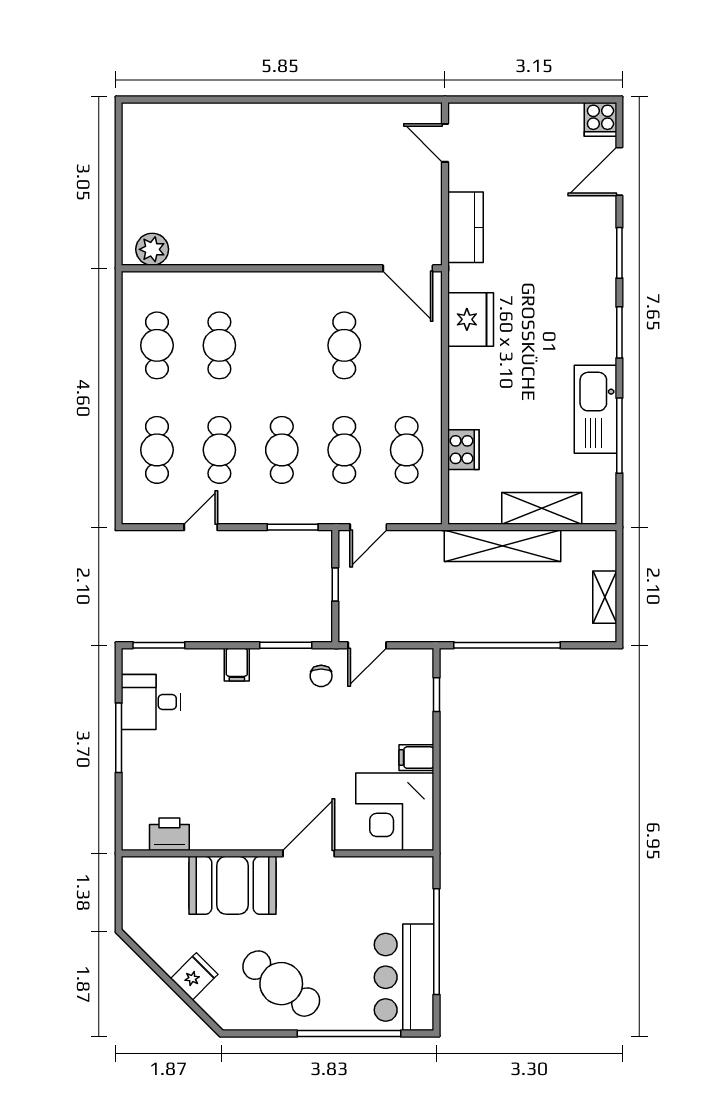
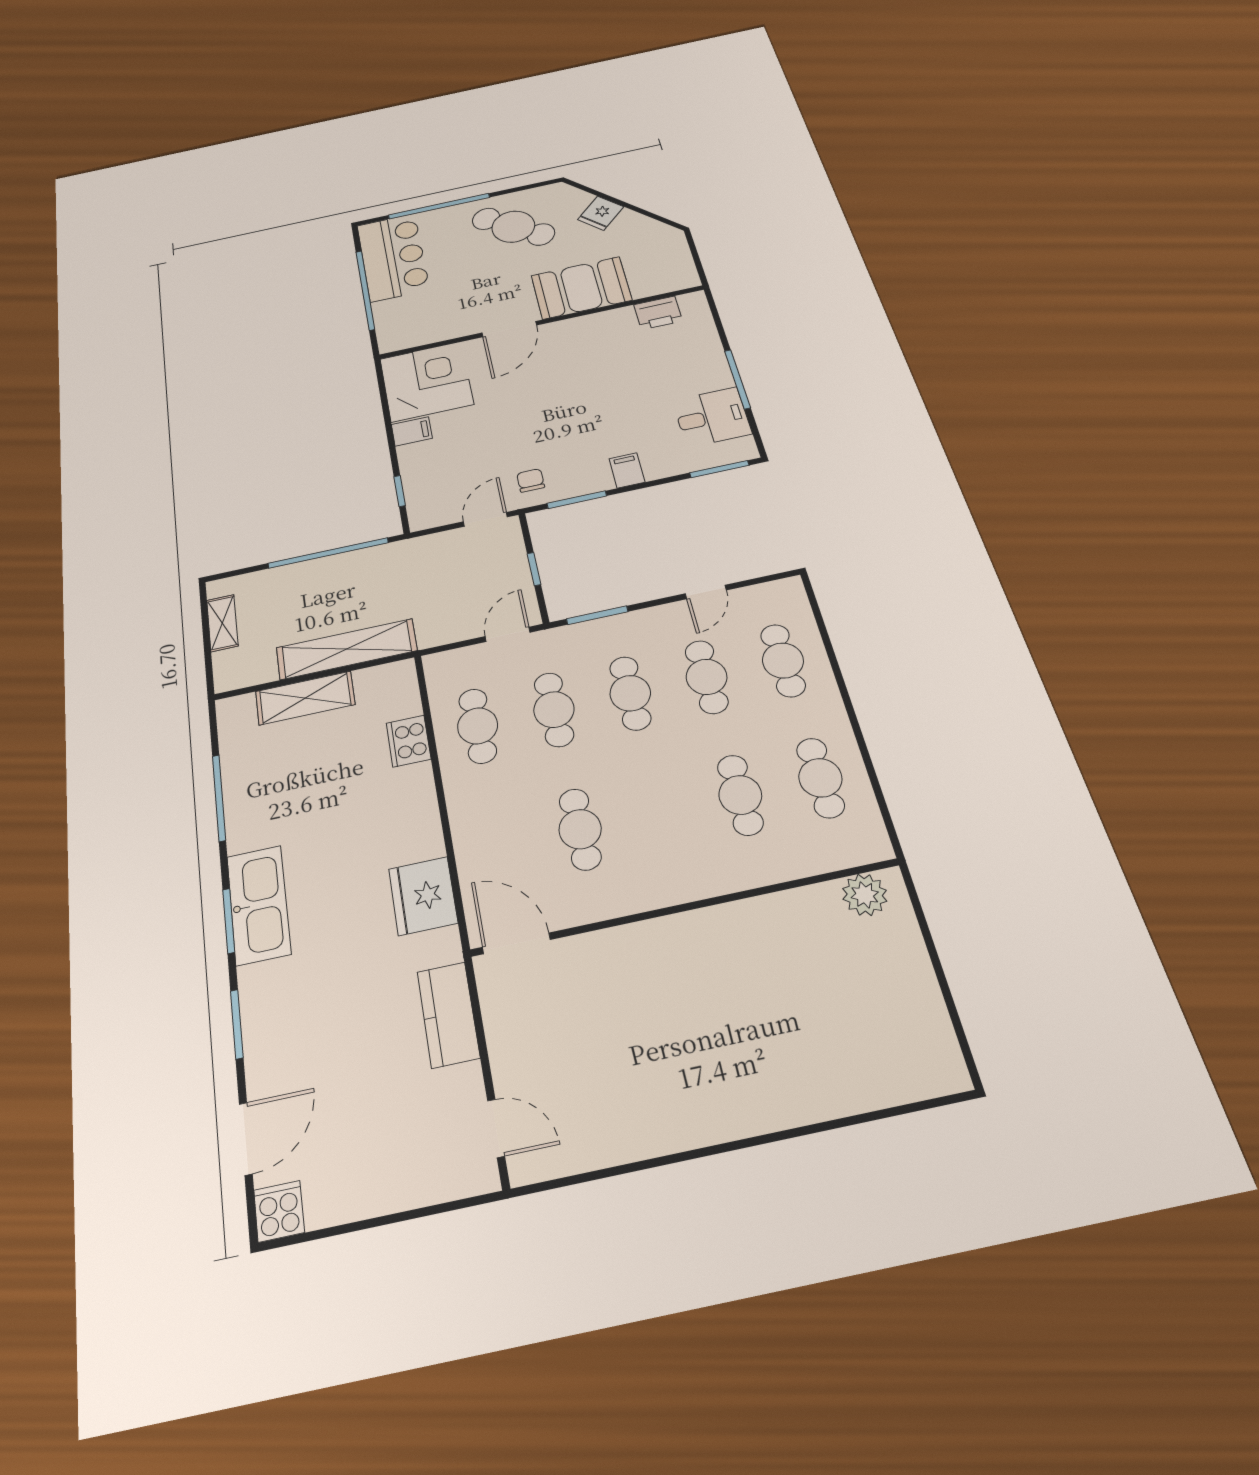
kitchen sink: (595, 409) -> (259, 905), moved

